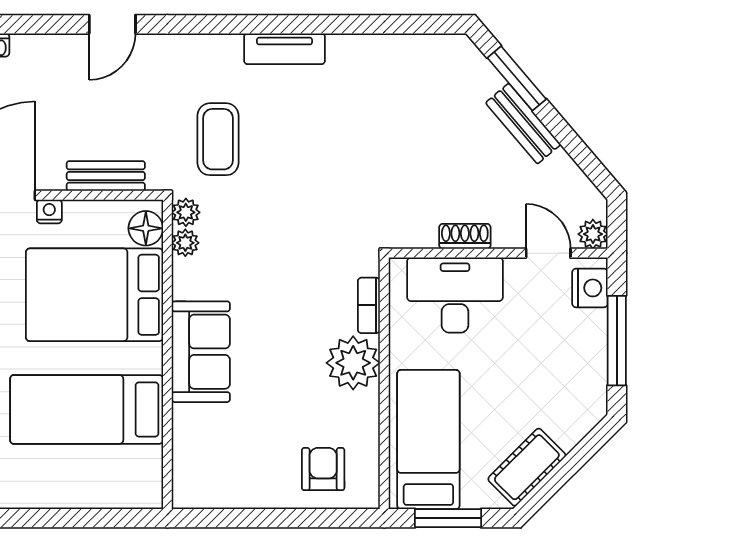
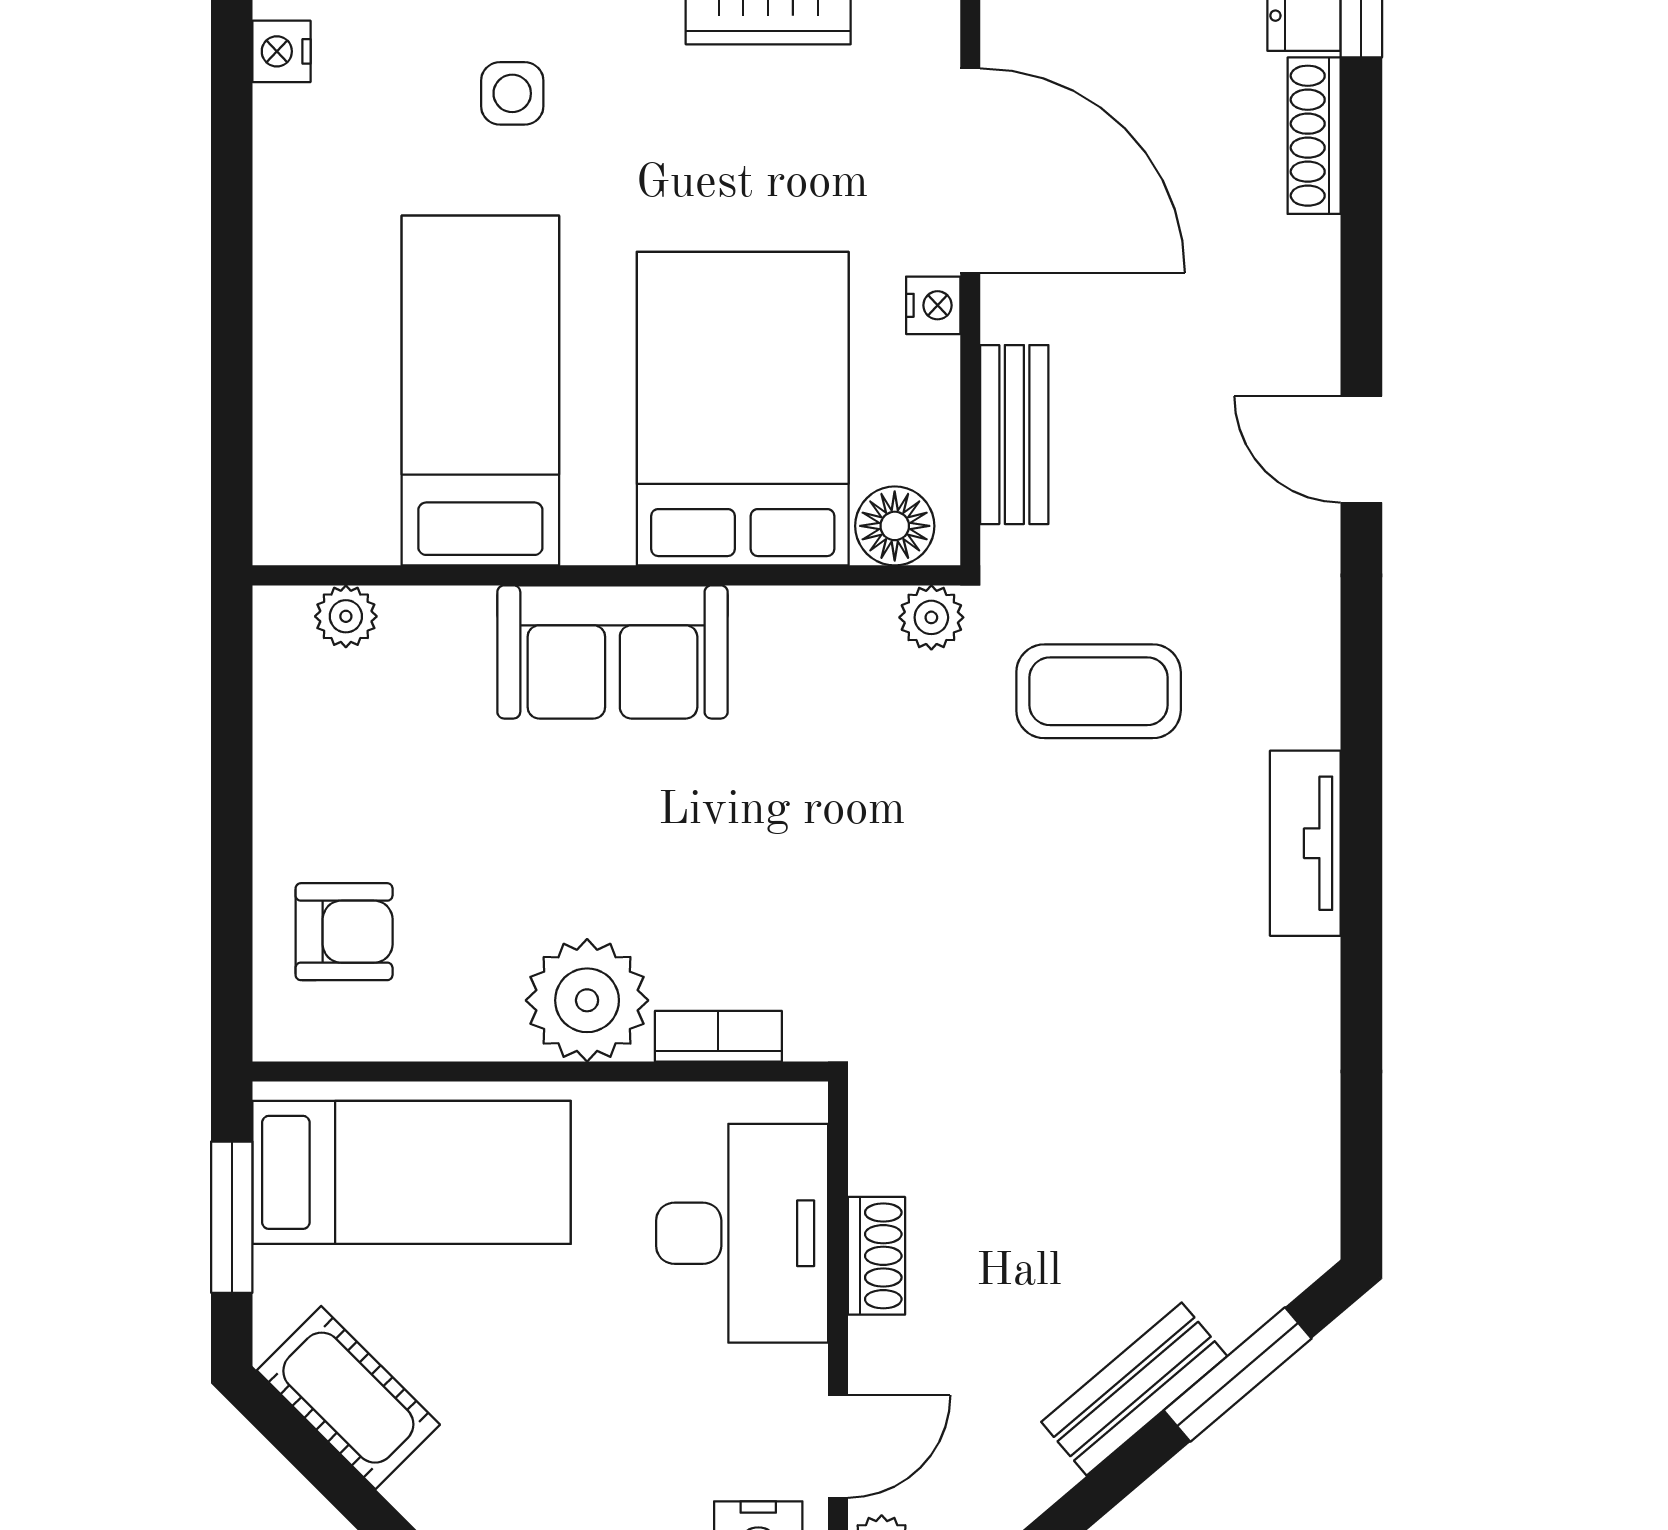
plant: (185, 243) -> (346, 616), moved

